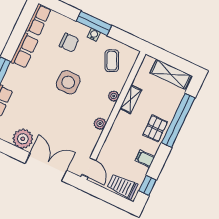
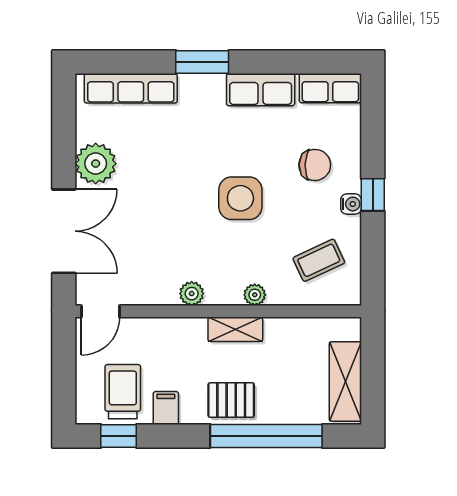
window: (94, 23) -> (373, 195), width x0.46
chair: (69, 43) -> (315, 165), turned -88
shelving: (131, 99) -> (235, 329), moved
trolley: (122, 186) -> (123, 392), moved

